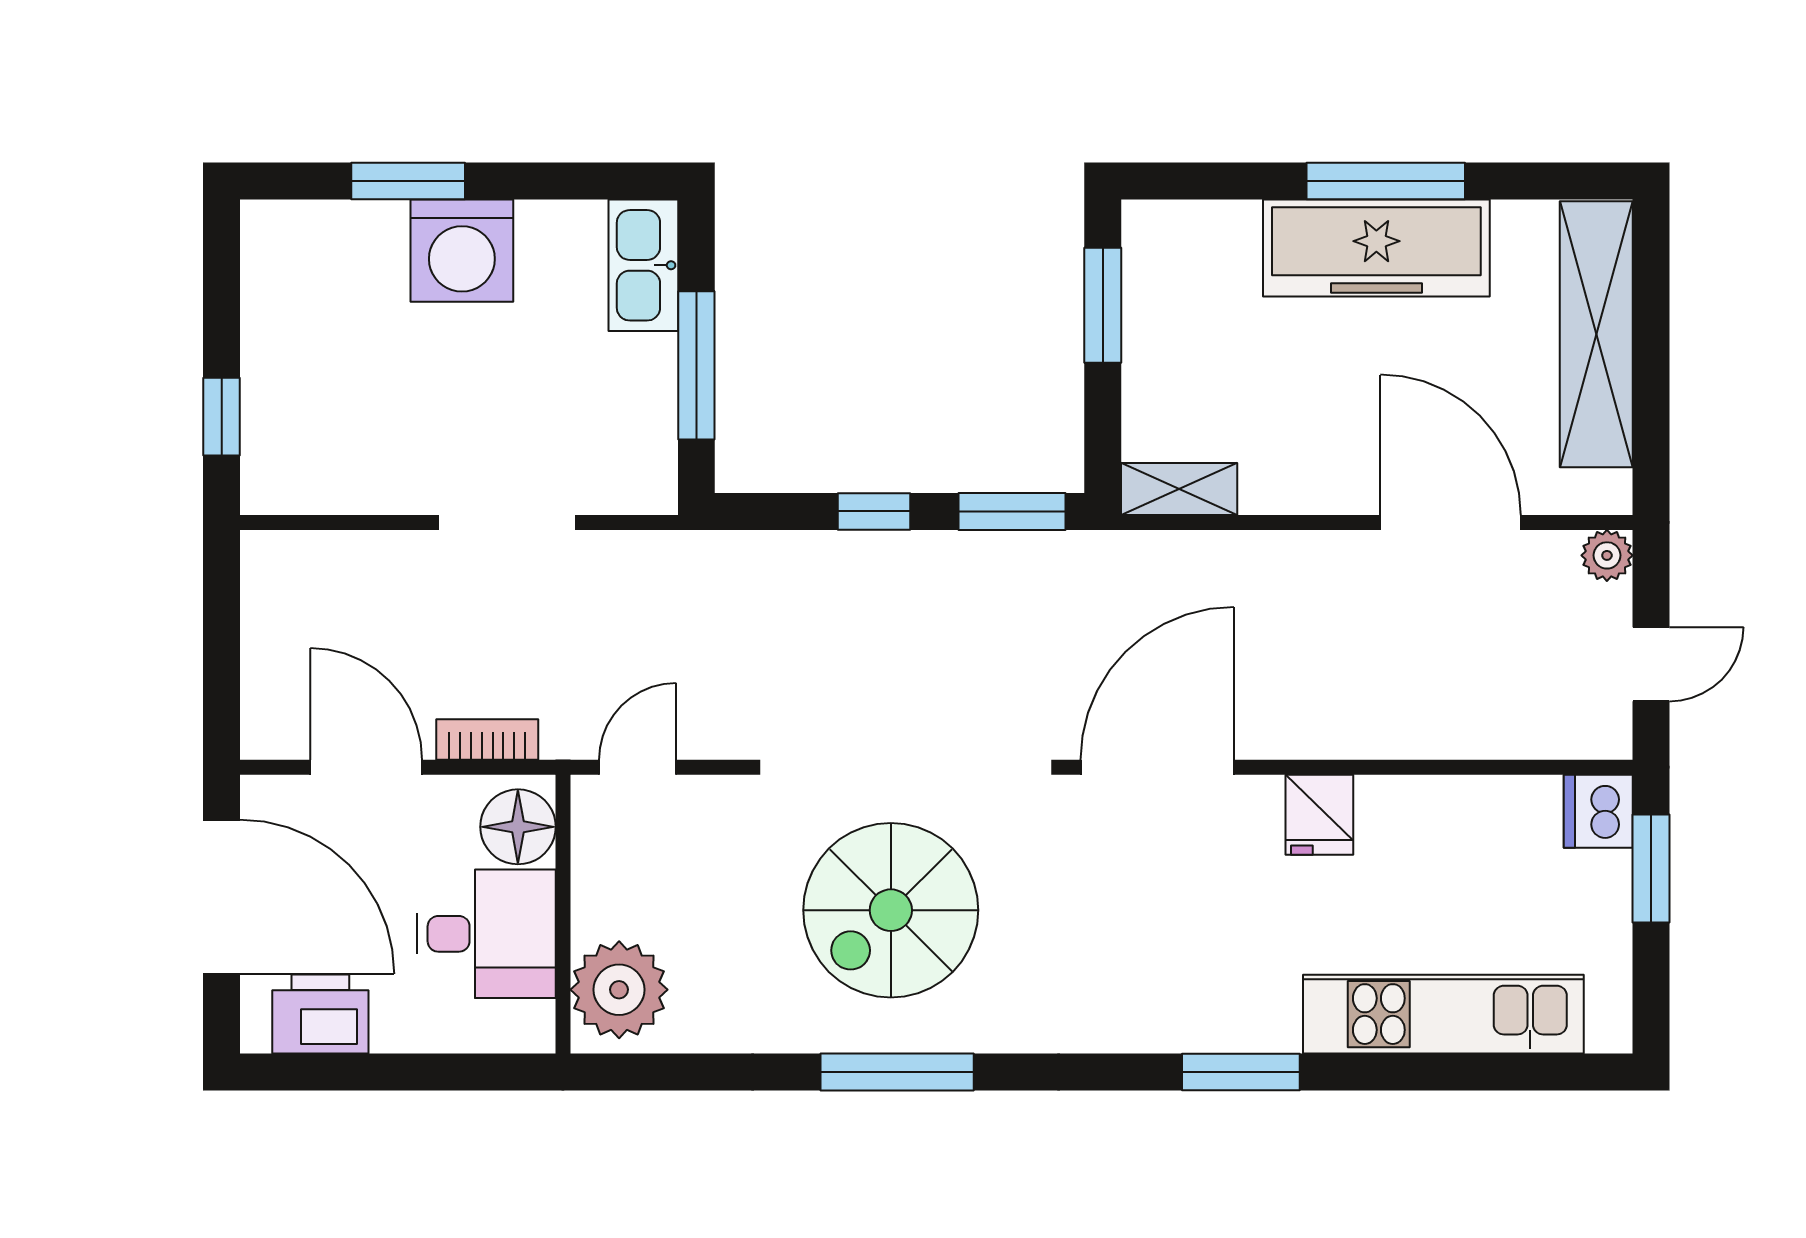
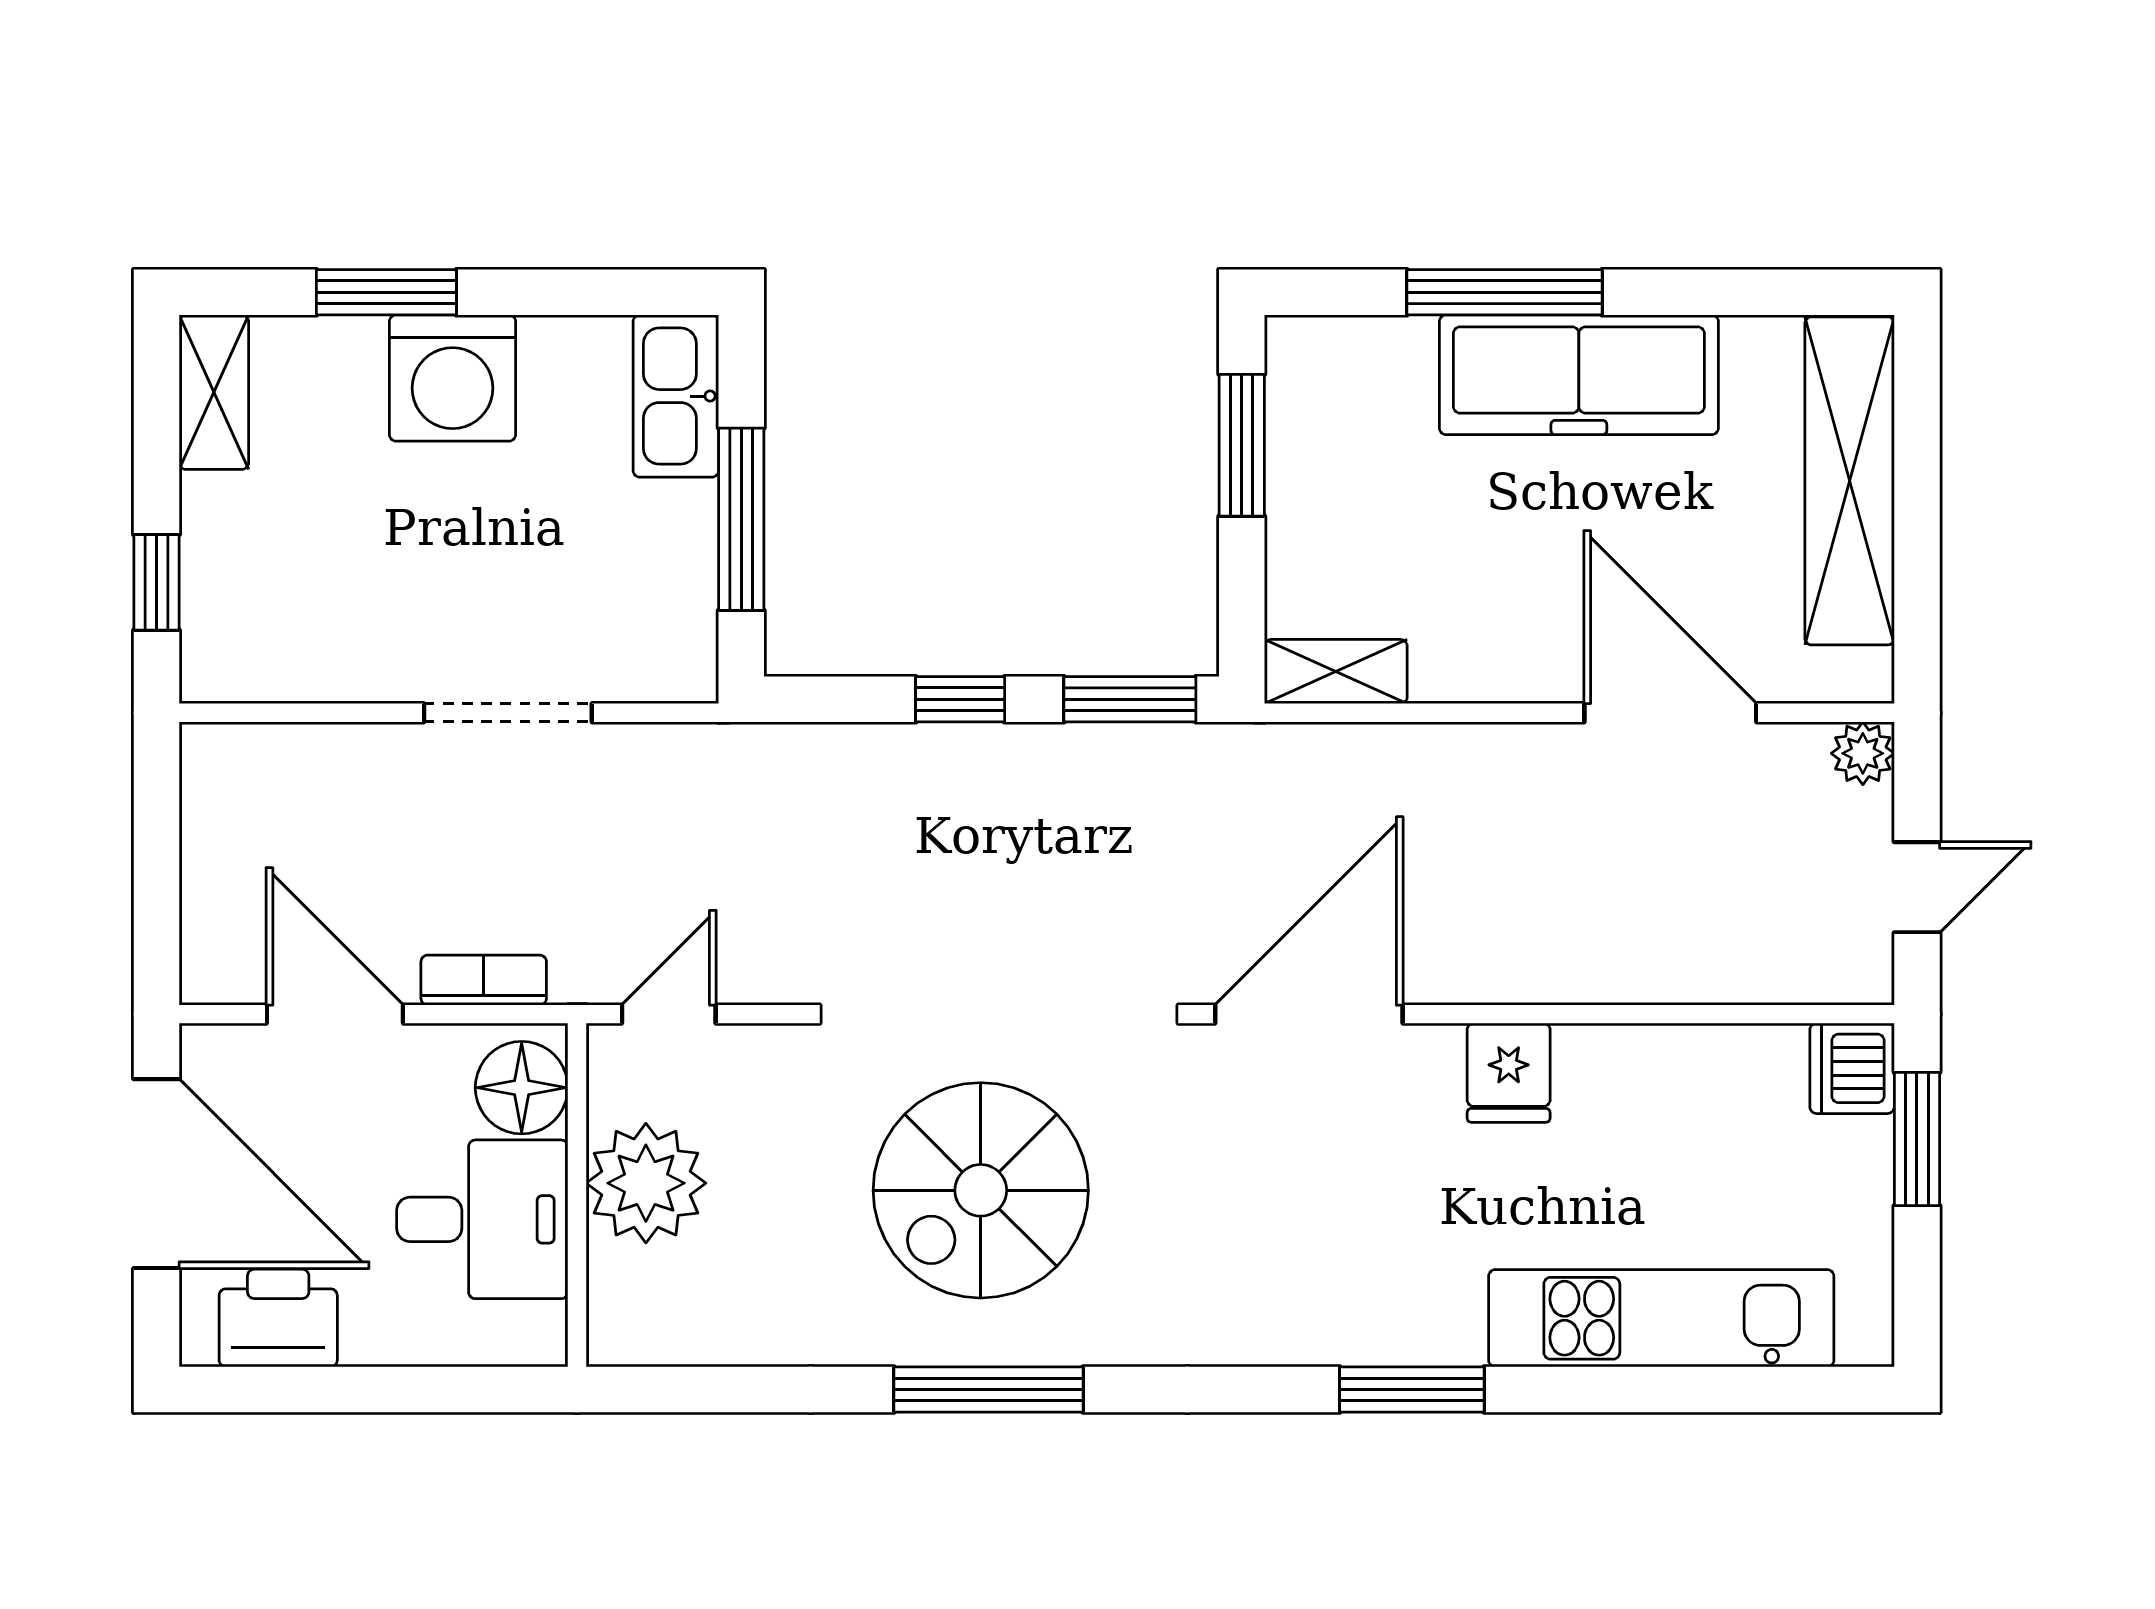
window: (1386, 181) -> (1504, 292), moved
shelving: (268, 262) -> (214, 392), added
plant: (619, 990) -> (646, 1183), moved

